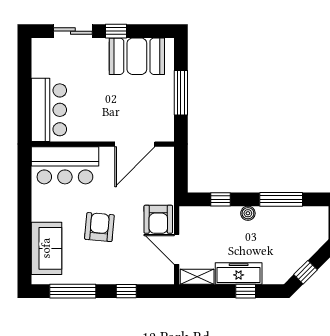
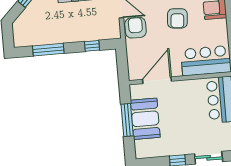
booth: (137, 56) -> (145, 119), moved, turned 90
boiler: (248, 213) -> (71, 37), removed

